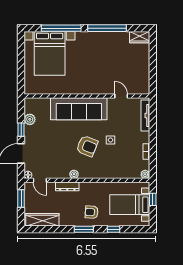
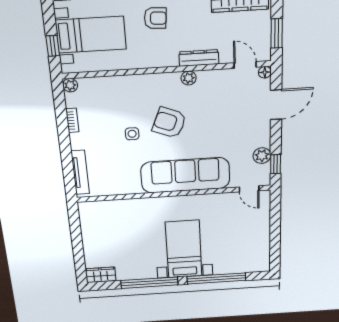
bed with nightstands: (50, 53) -> (184, 249), moved, width x0.73
door: (121, 96) -> (249, 189), moved
window: (21, 130) -> (276, 164), moved

